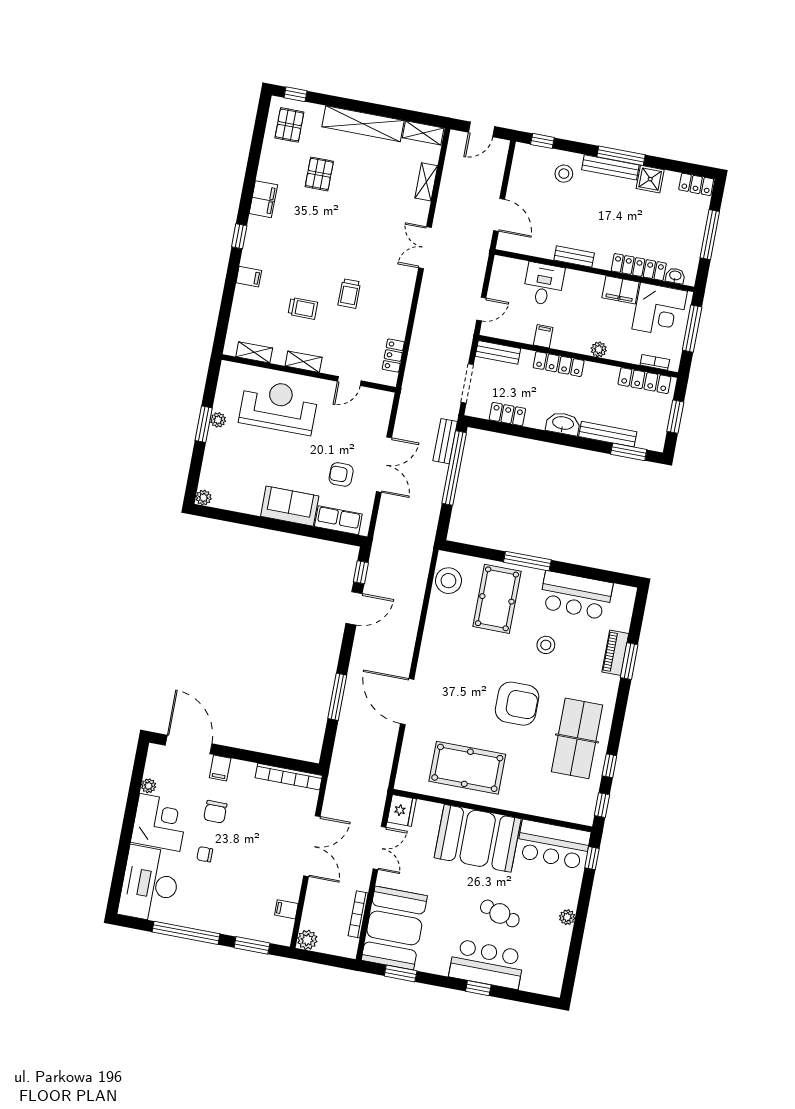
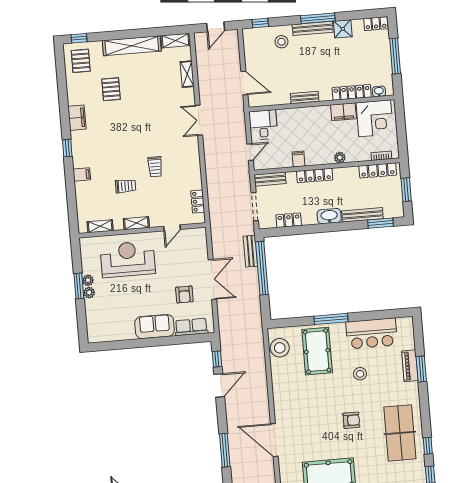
desk: (544, 284) -> (263, 125), moved
window: (692, 329) -> (401, 125), removed
armchair: (341, 474) -> (184, 295), turned -90
plant: (204, 498) -> (89, 293), moved
armchair: (517, 704) -> (351, 420), width x0.53, depth x0.53

